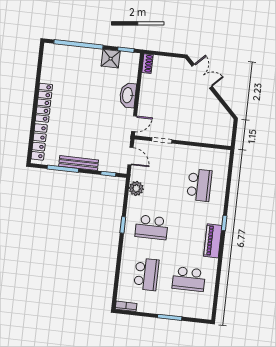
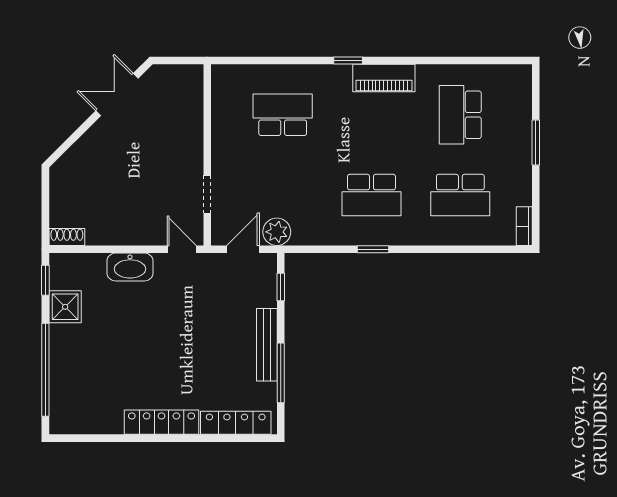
double door: (202, 76) -> (117, 95), moved
plant: (136, 188) -> (277, 232), moved
school desk: (152, 227) -> (371, 195), turned 90
school desk: (146, 274) -> (460, 195), turned 180
school desk: (189, 279) -> (460, 115), turned 180

